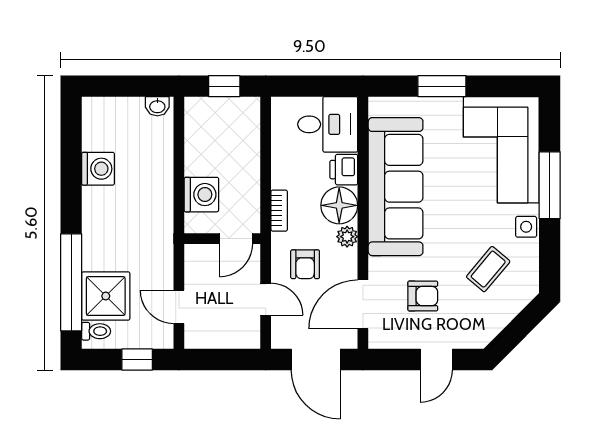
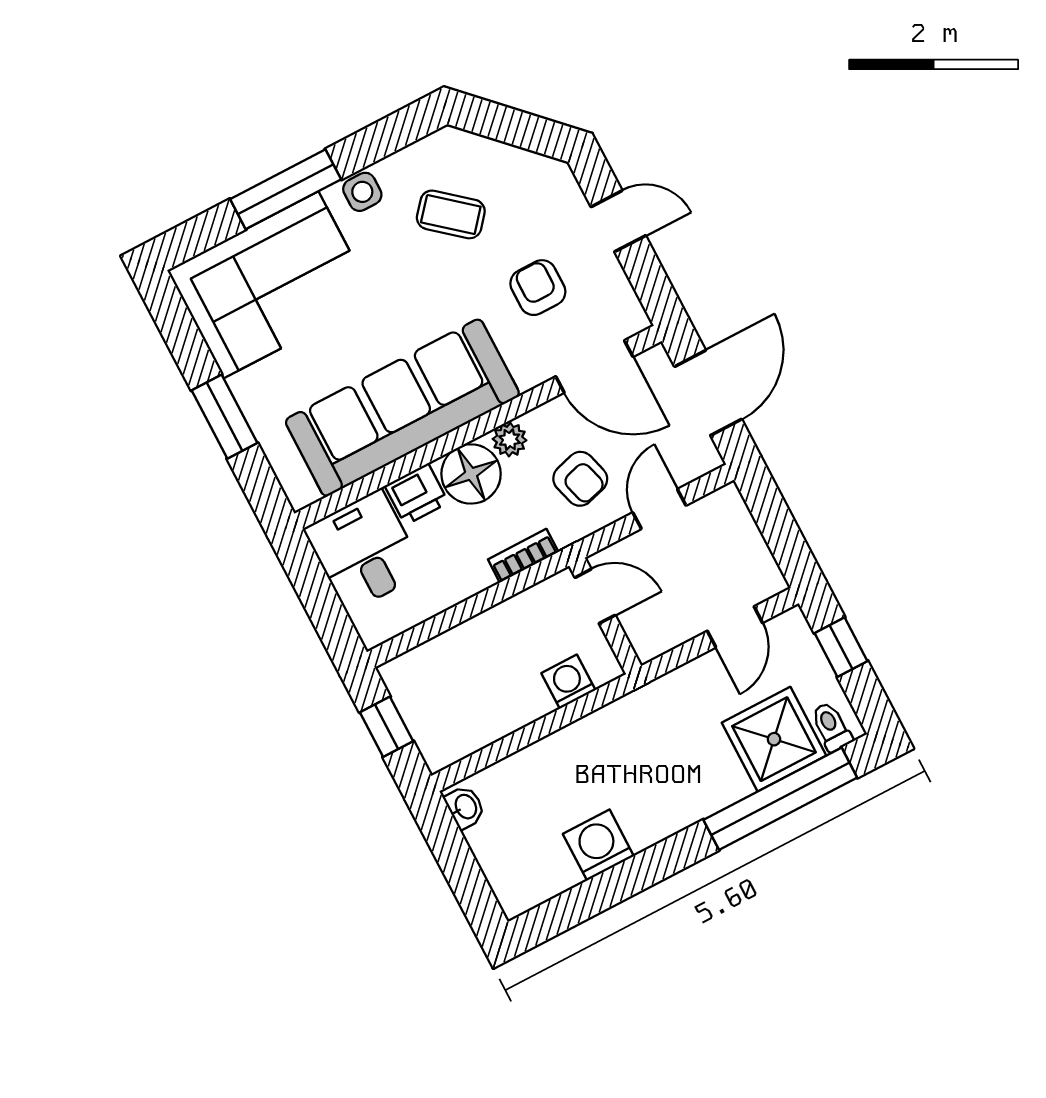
washing machine: (201, 195) -> (568, 682), width x0.73, depth x0.73
armchair: (305, 264) -> (580, 479), turned 74

